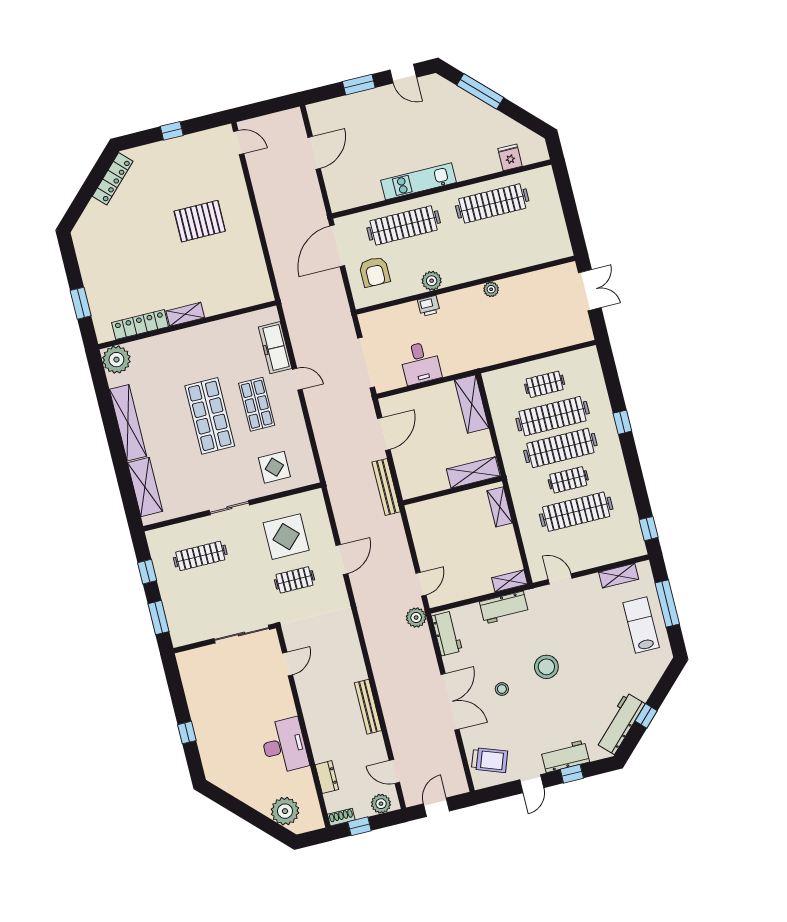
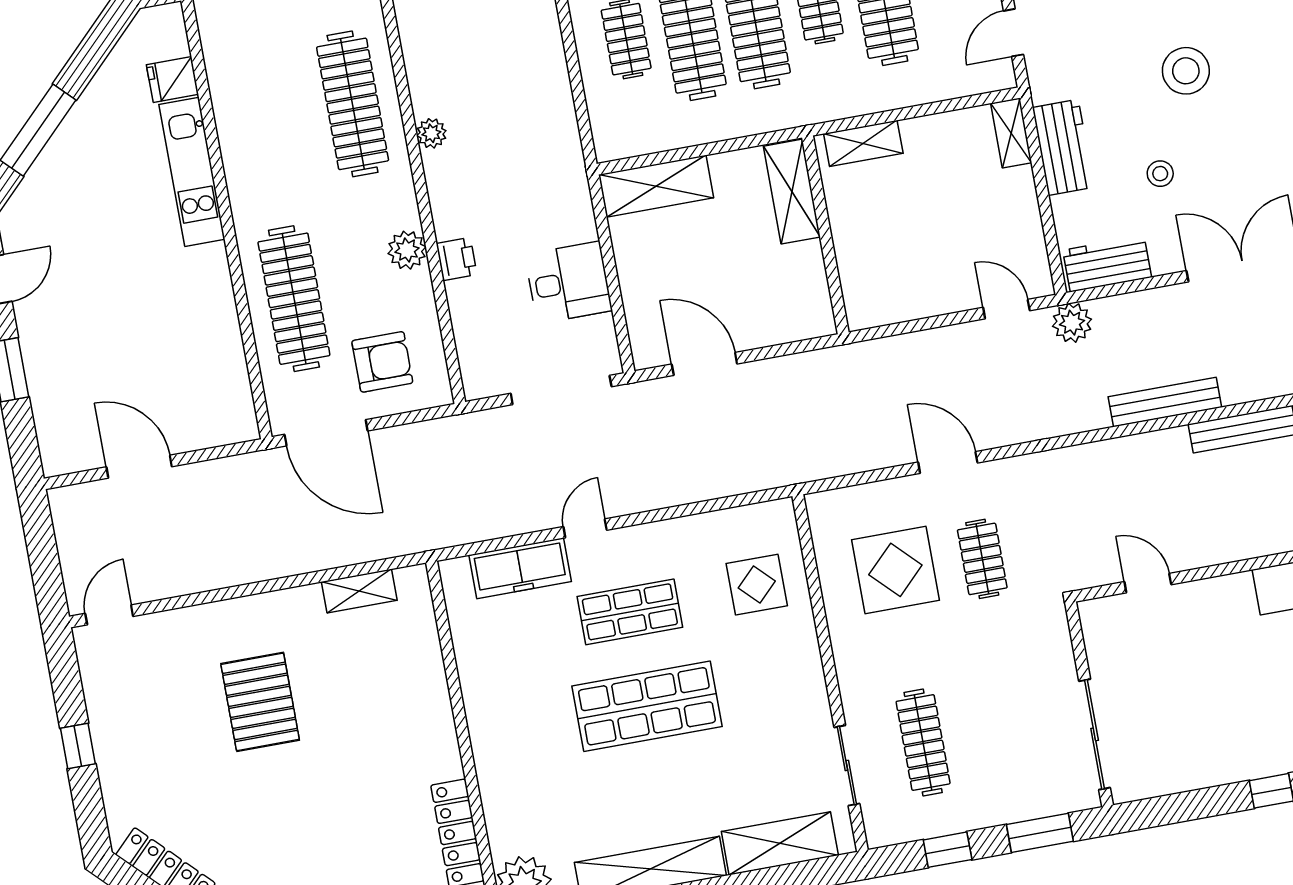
kitchen unit: (418, 181) -> (192, 172), moved
clothes rail: (492, 203) -> (353, 104), moved
shelving: (185, 314) -> (359, 591), moved, turned 90
bench: (386, 487) -> (1165, 402), moved
sliding door: (229, 508) -> (847, 765), moved
sliding door: (242, 634) -> (1095, 734), moved
stool: (502, 689) -> (1160, 174), moved

